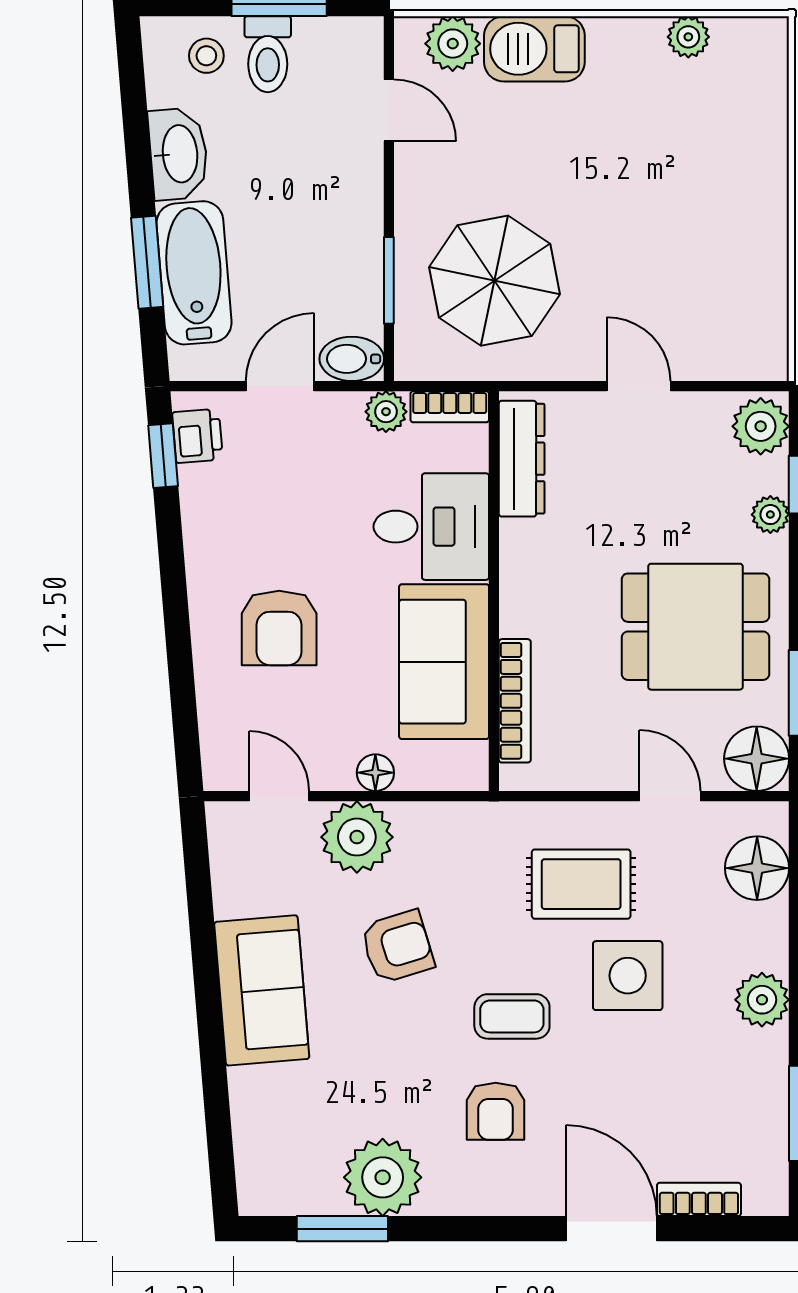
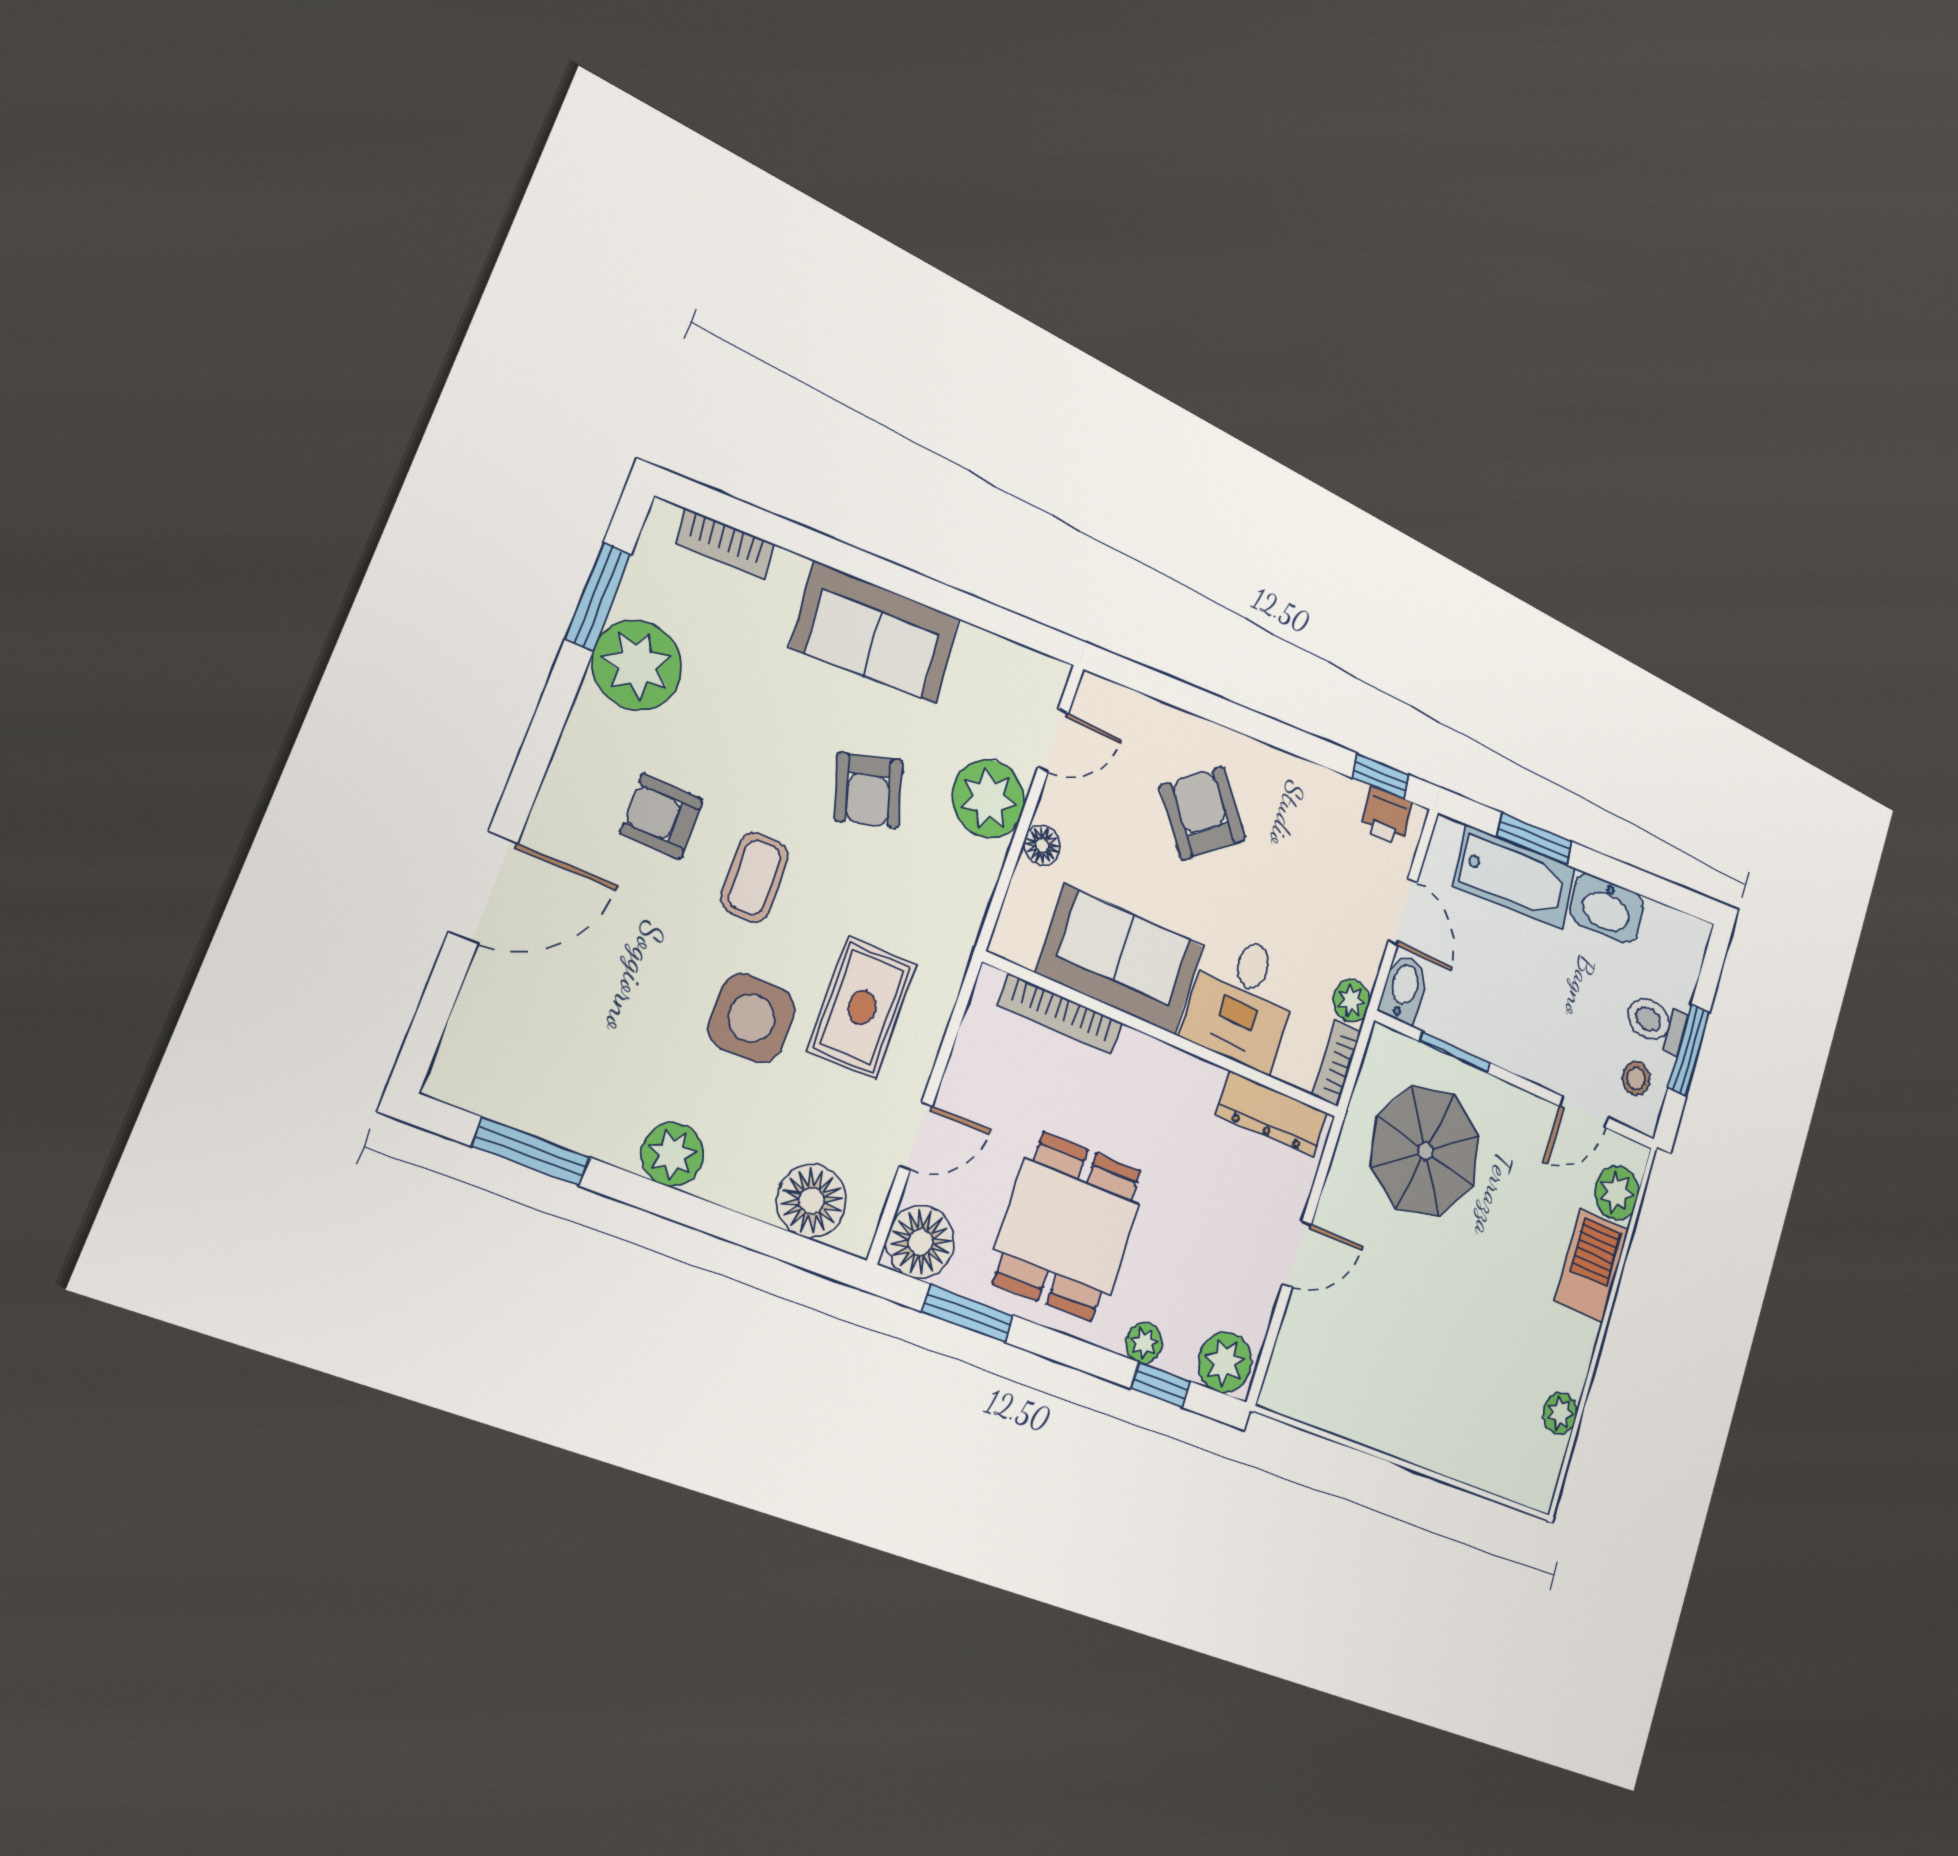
stool: (206, 56) -> (1636, 1078), moved
armchair: (279, 628) -> (1203, 813), turned 51
bookcase: (699, 1199) -> (725, 544), moved, turned 85

